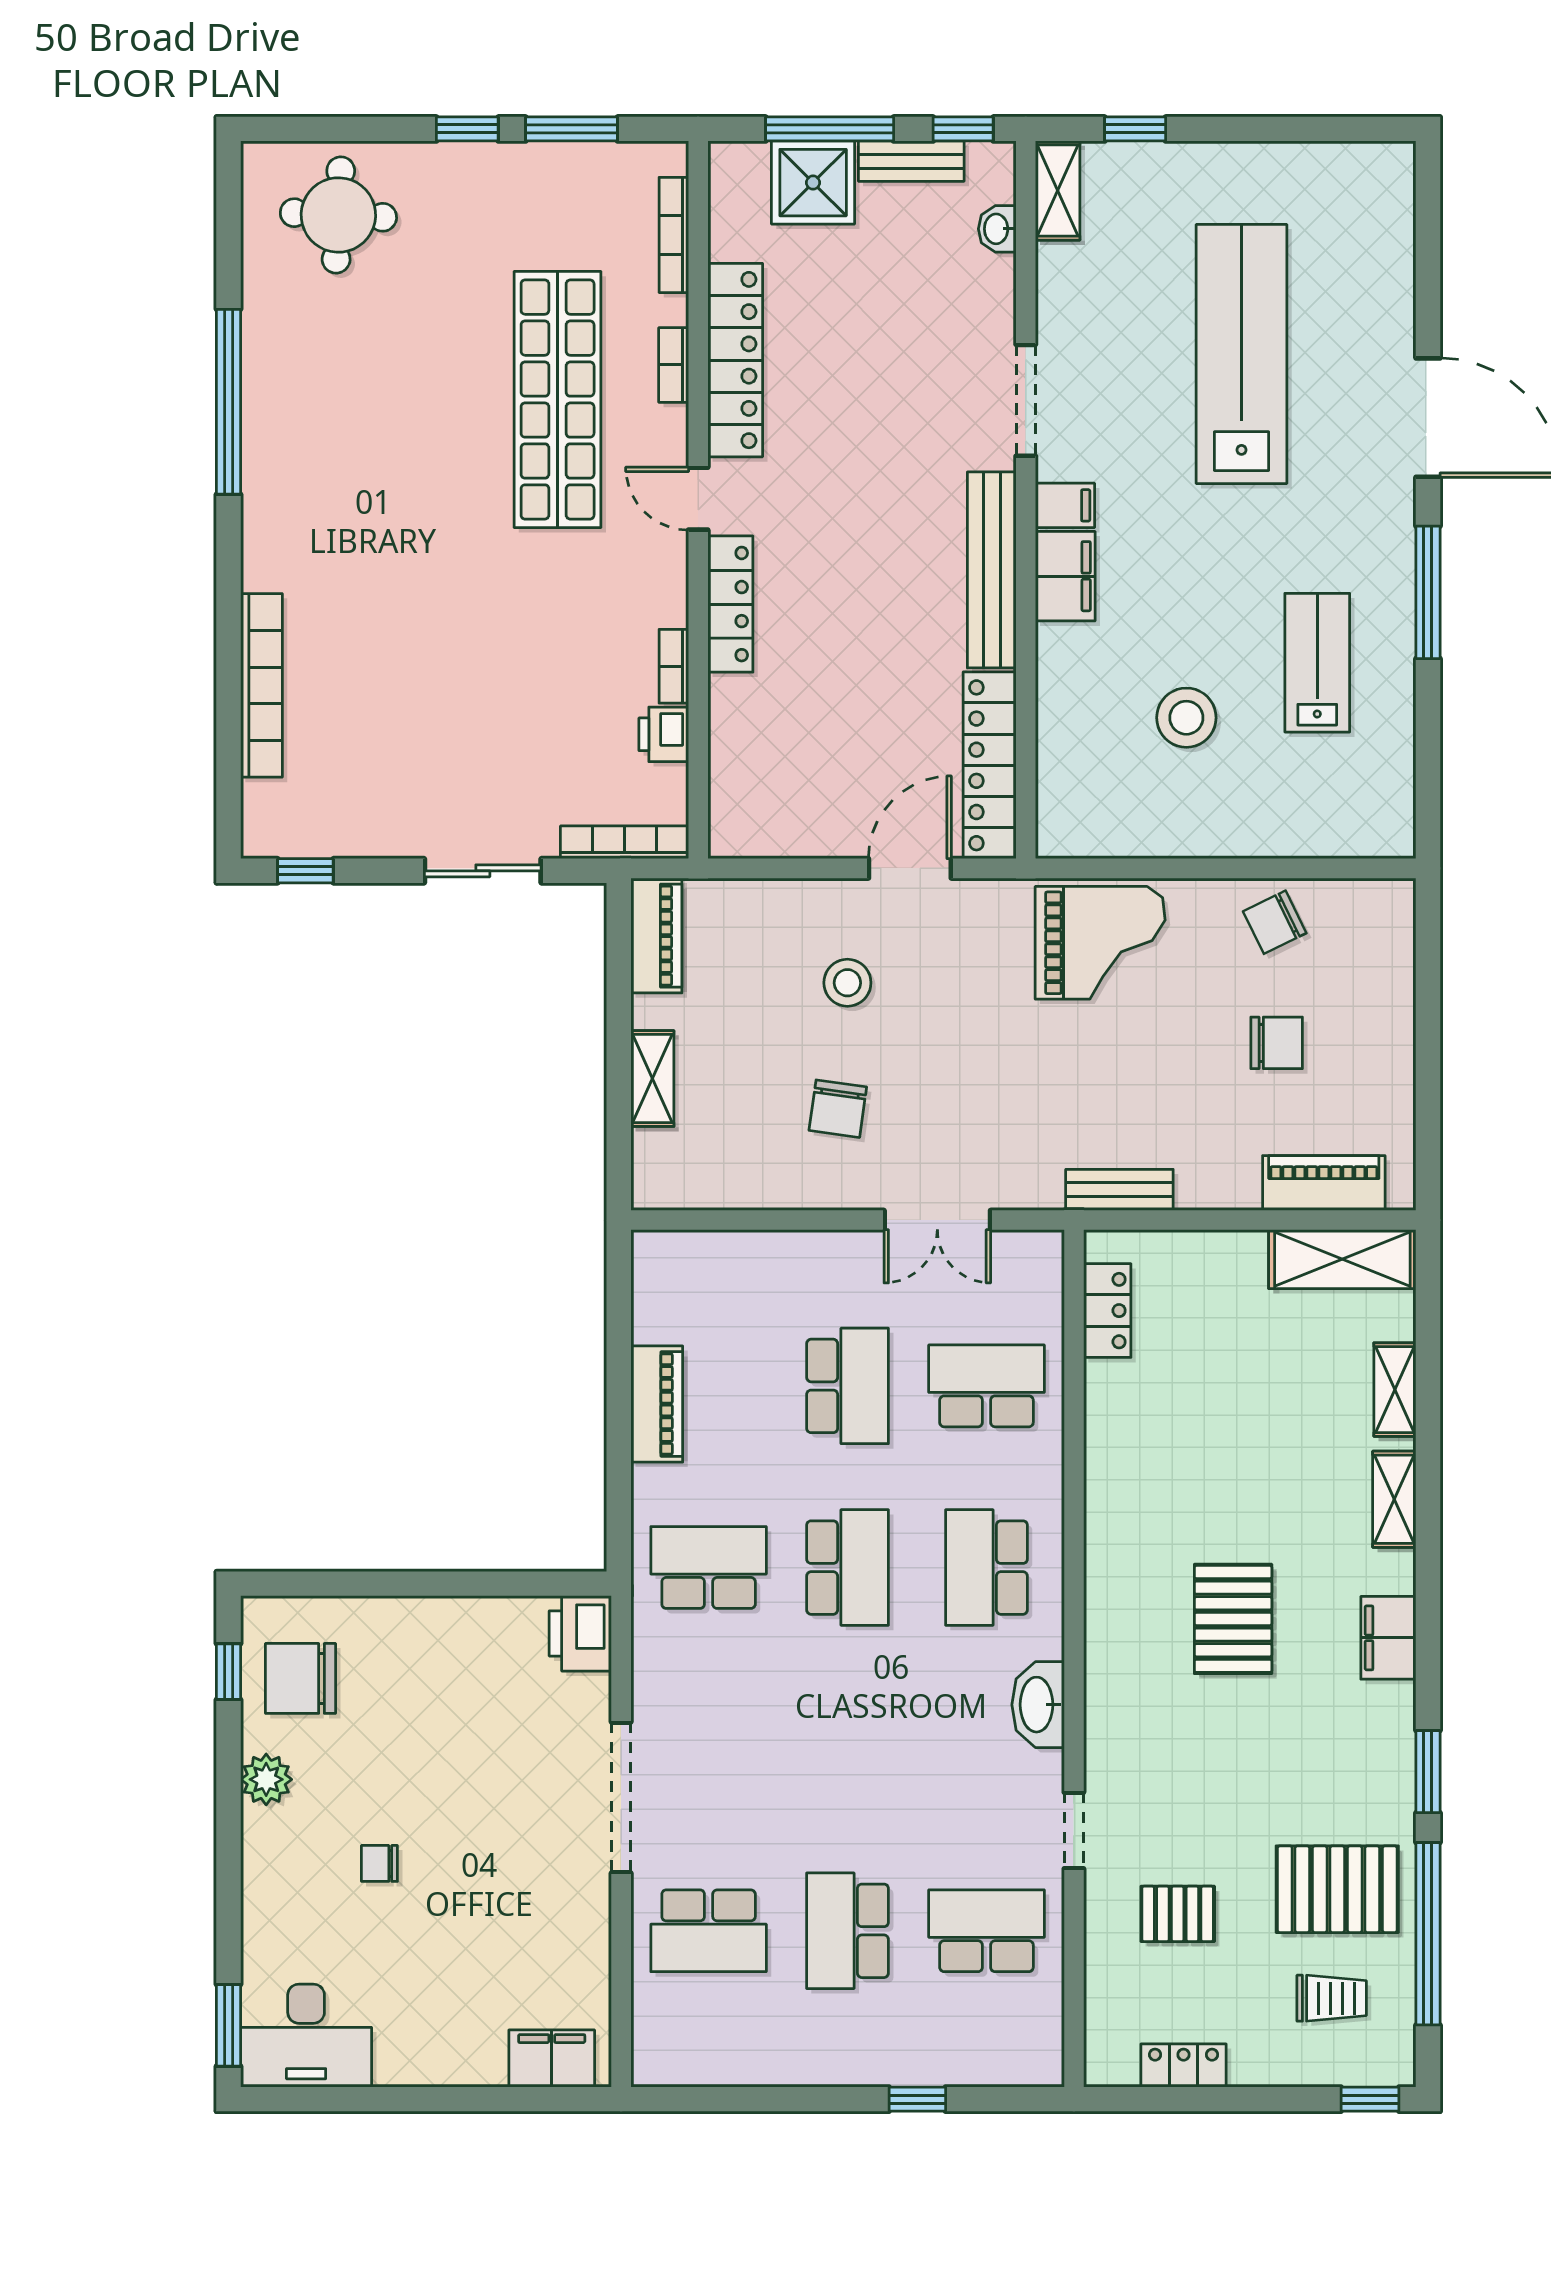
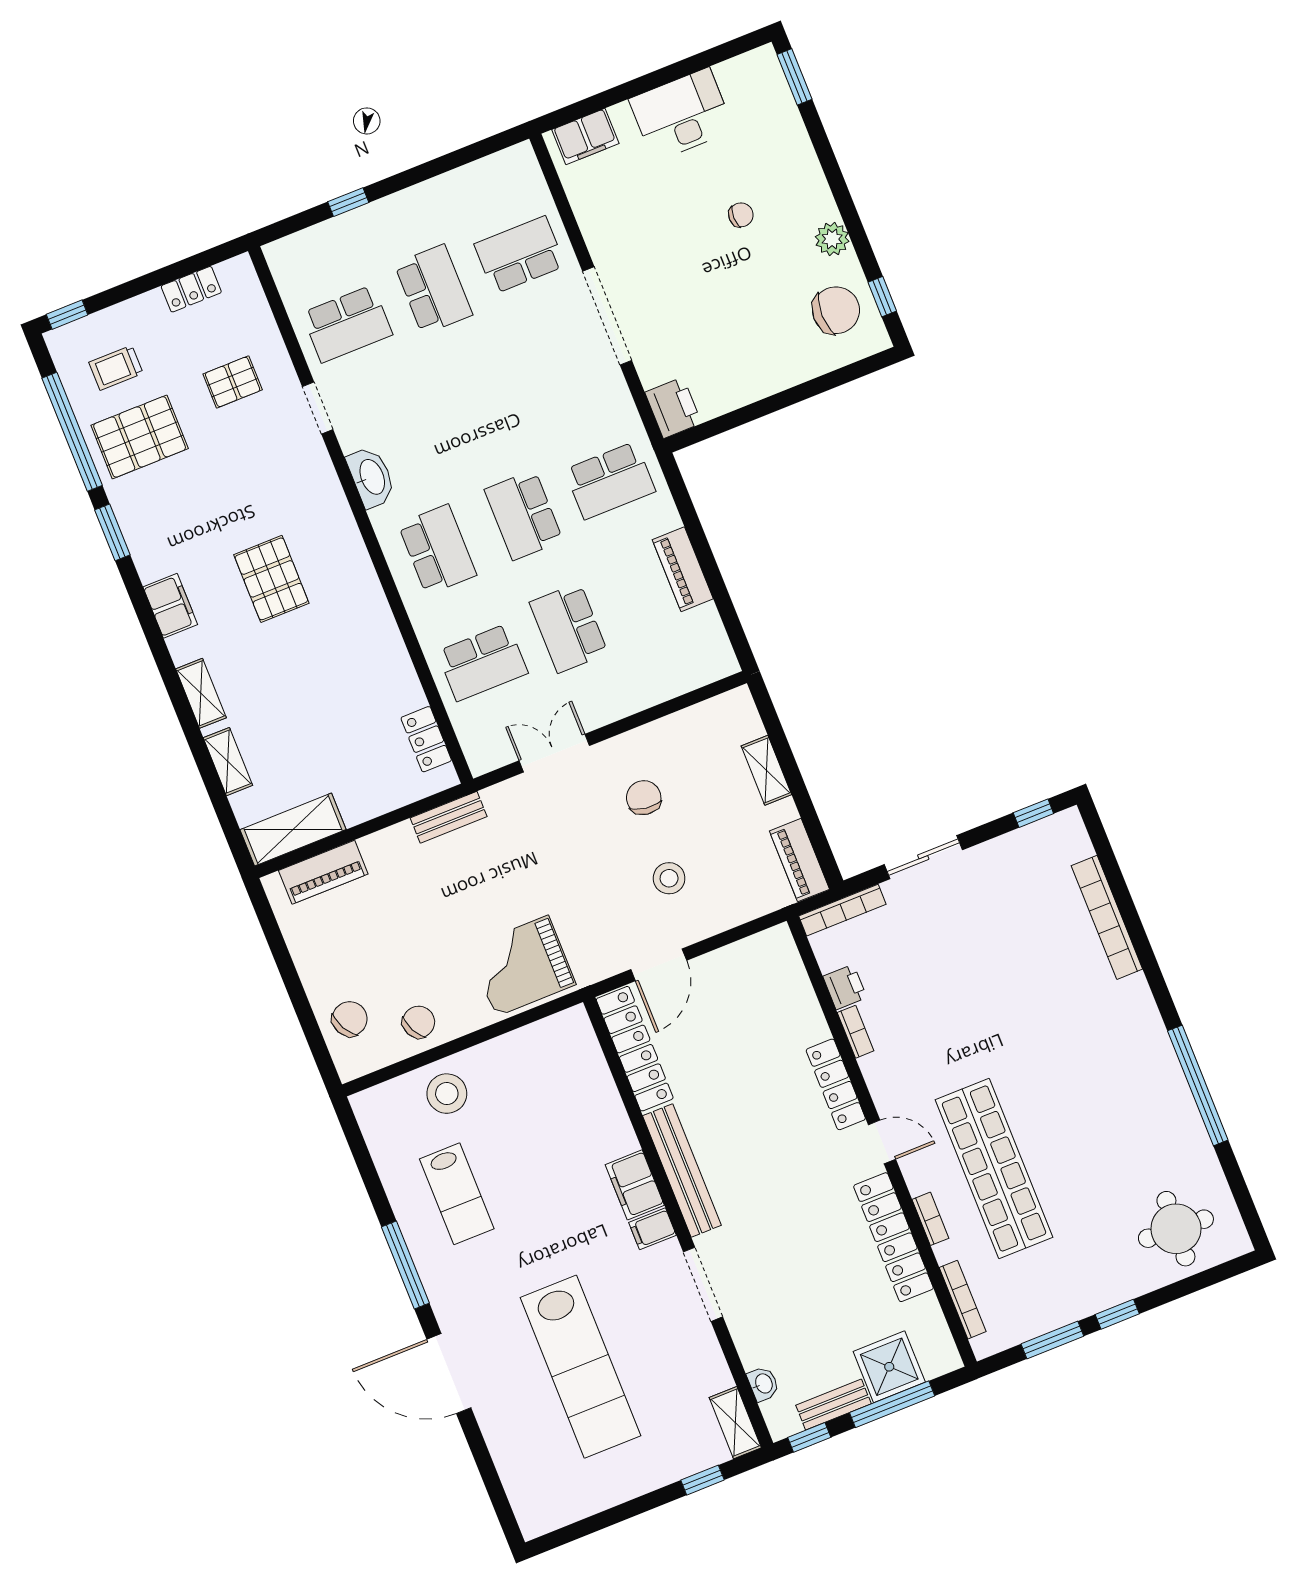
stool: (1186, 718) -> (447, 1094), moved
chair: (1277, 1043) -> (350, 1019), moved, turned 152
desk: (306, 2036) -> (681, 115), moved

